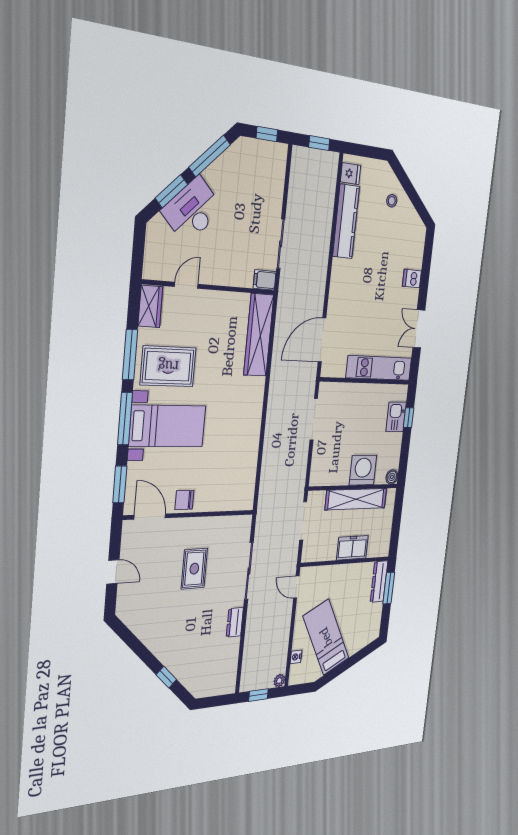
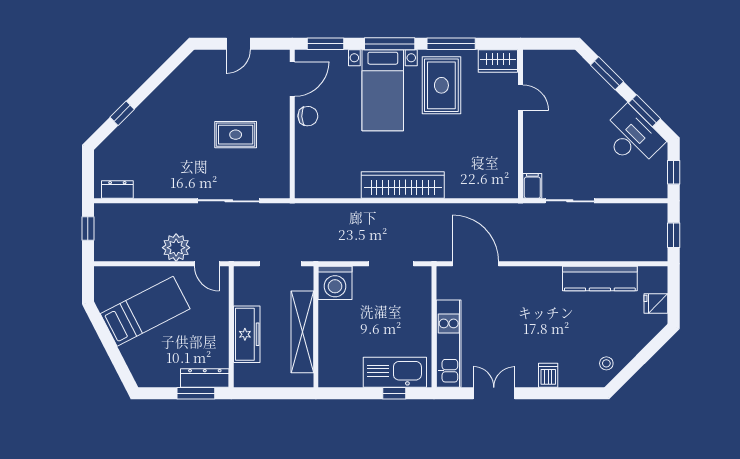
window: (210, 156) -> (644, 111), width x0.69
fridge: (351, 174) -> (656, 304), moved, turned 90
stool: (392, 201) -> (606, 363), moved
desk: (192, 210) -> (632, 137), moved
wardrobe: (259, 335) -> (403, 185), moved
kitchen sink: (396, 417) -> (395, 372), width x1.87, depth x1.24
washing machine: (363, 470) -> (335, 283), moved, turned 90
boiler: (392, 477) -> (327, 379), removed
chair: (184, 500) -> (308, 116), turned 88
freezer: (352, 548) -> (247, 334), width x1.40
door: (296, 587) -> (207, 264), swing flipped
dresser: (235, 622) -> (117, 190), moved
nightstand: (296, 657) -> (126, 273), removed
plant: (279, 681) -> (176, 248), moved, width x1.88, depth x1.88

